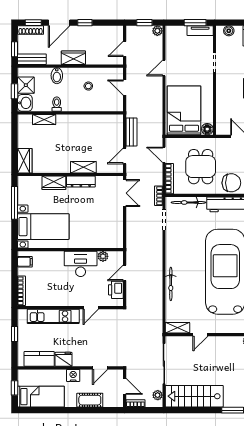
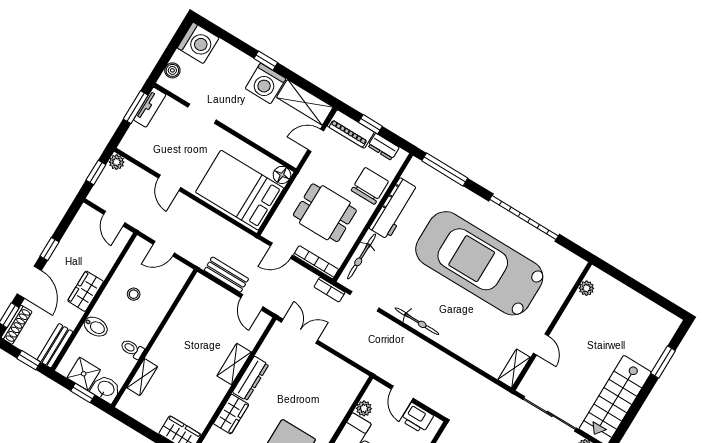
bicycle: (171, 284) -> (417, 321), moved

